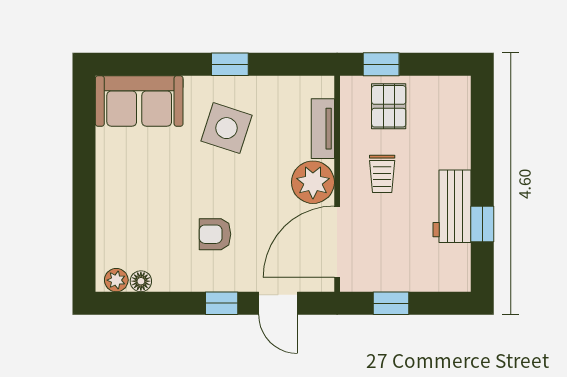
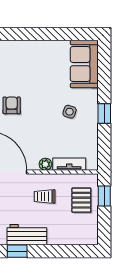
pallet: (389, 106) -> (81, 200), turned 90
side table: (227, 128) -> (70, 112), width x0.54, depth x0.54
plant: (313, 182) -> (45, 164), width x0.53, depth x0.53

